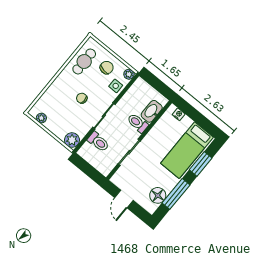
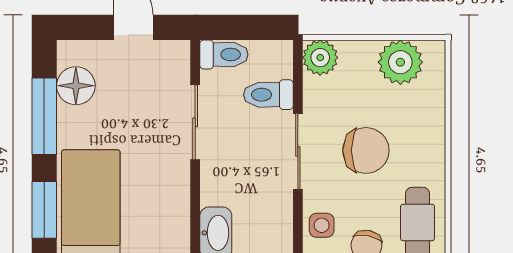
chair: (82, 98) -> (366, 150), width x1.87, depth x1.87
plant: (41, 118) -> (400, 62), width x1.87, depth x1.87
toilet: (138, 123) -> (224, 54), moved

